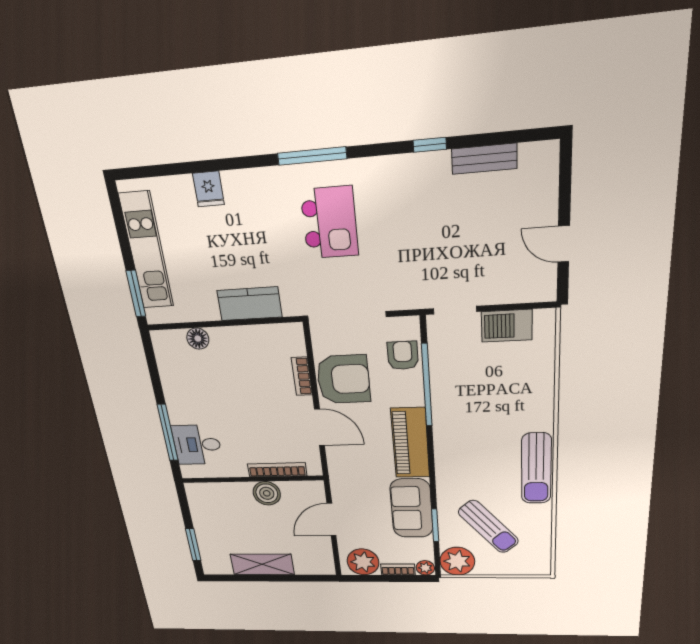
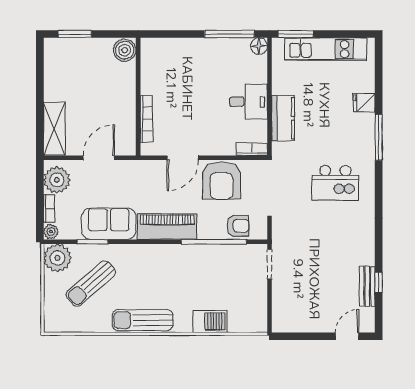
window: (430, 145) -> (379, 282), moved
window: (312, 156) -> (379, 137), moved
door: (564, 244) -> (347, 336), moved
barbecue: (507, 326) -> (210, 321), moved, turned 90
floor lamp: (198, 339) -> (259, 46), moved
bookcase: (302, 376) -> (252, 149), moved
window: (168, 433) -> (229, 34), moved
desk: (197, 445) -> (248, 102), moved, turned 90
boiler: (267, 493) -> (125, 50), moved
door: (331, 520) -> (99, 158), hinge flipped
shelving: (262, 564) -> (54, 129), moved

